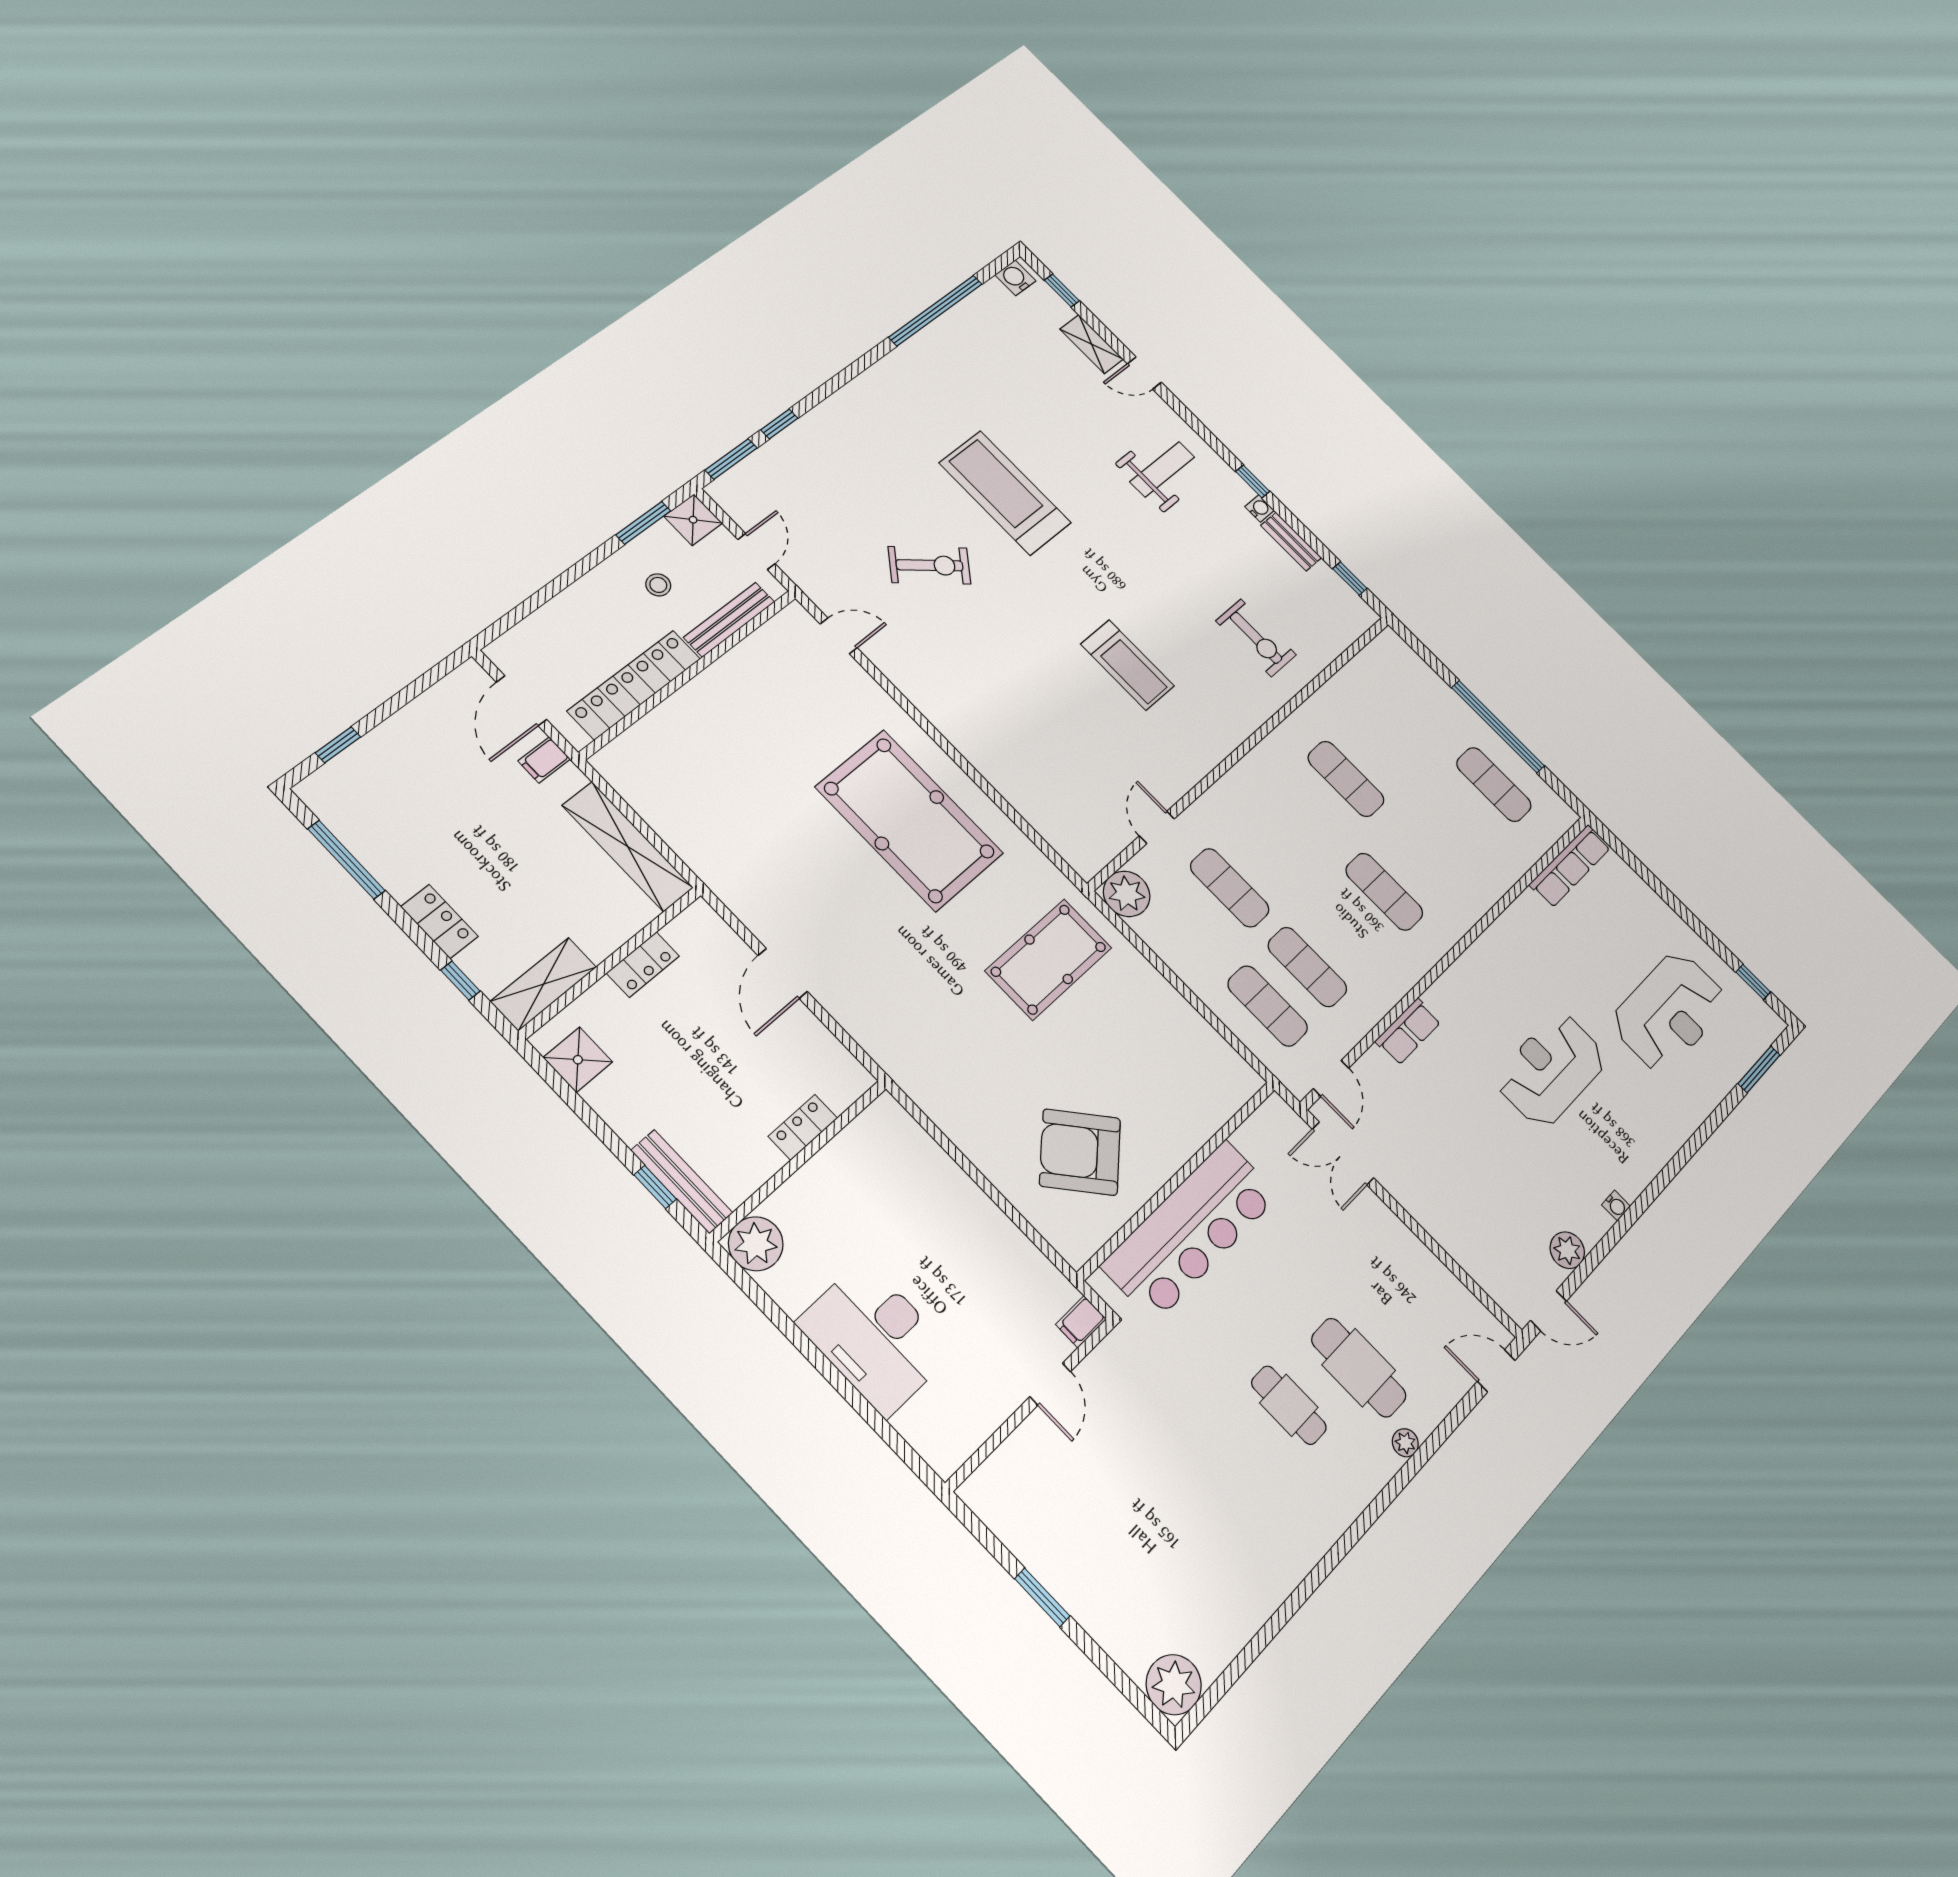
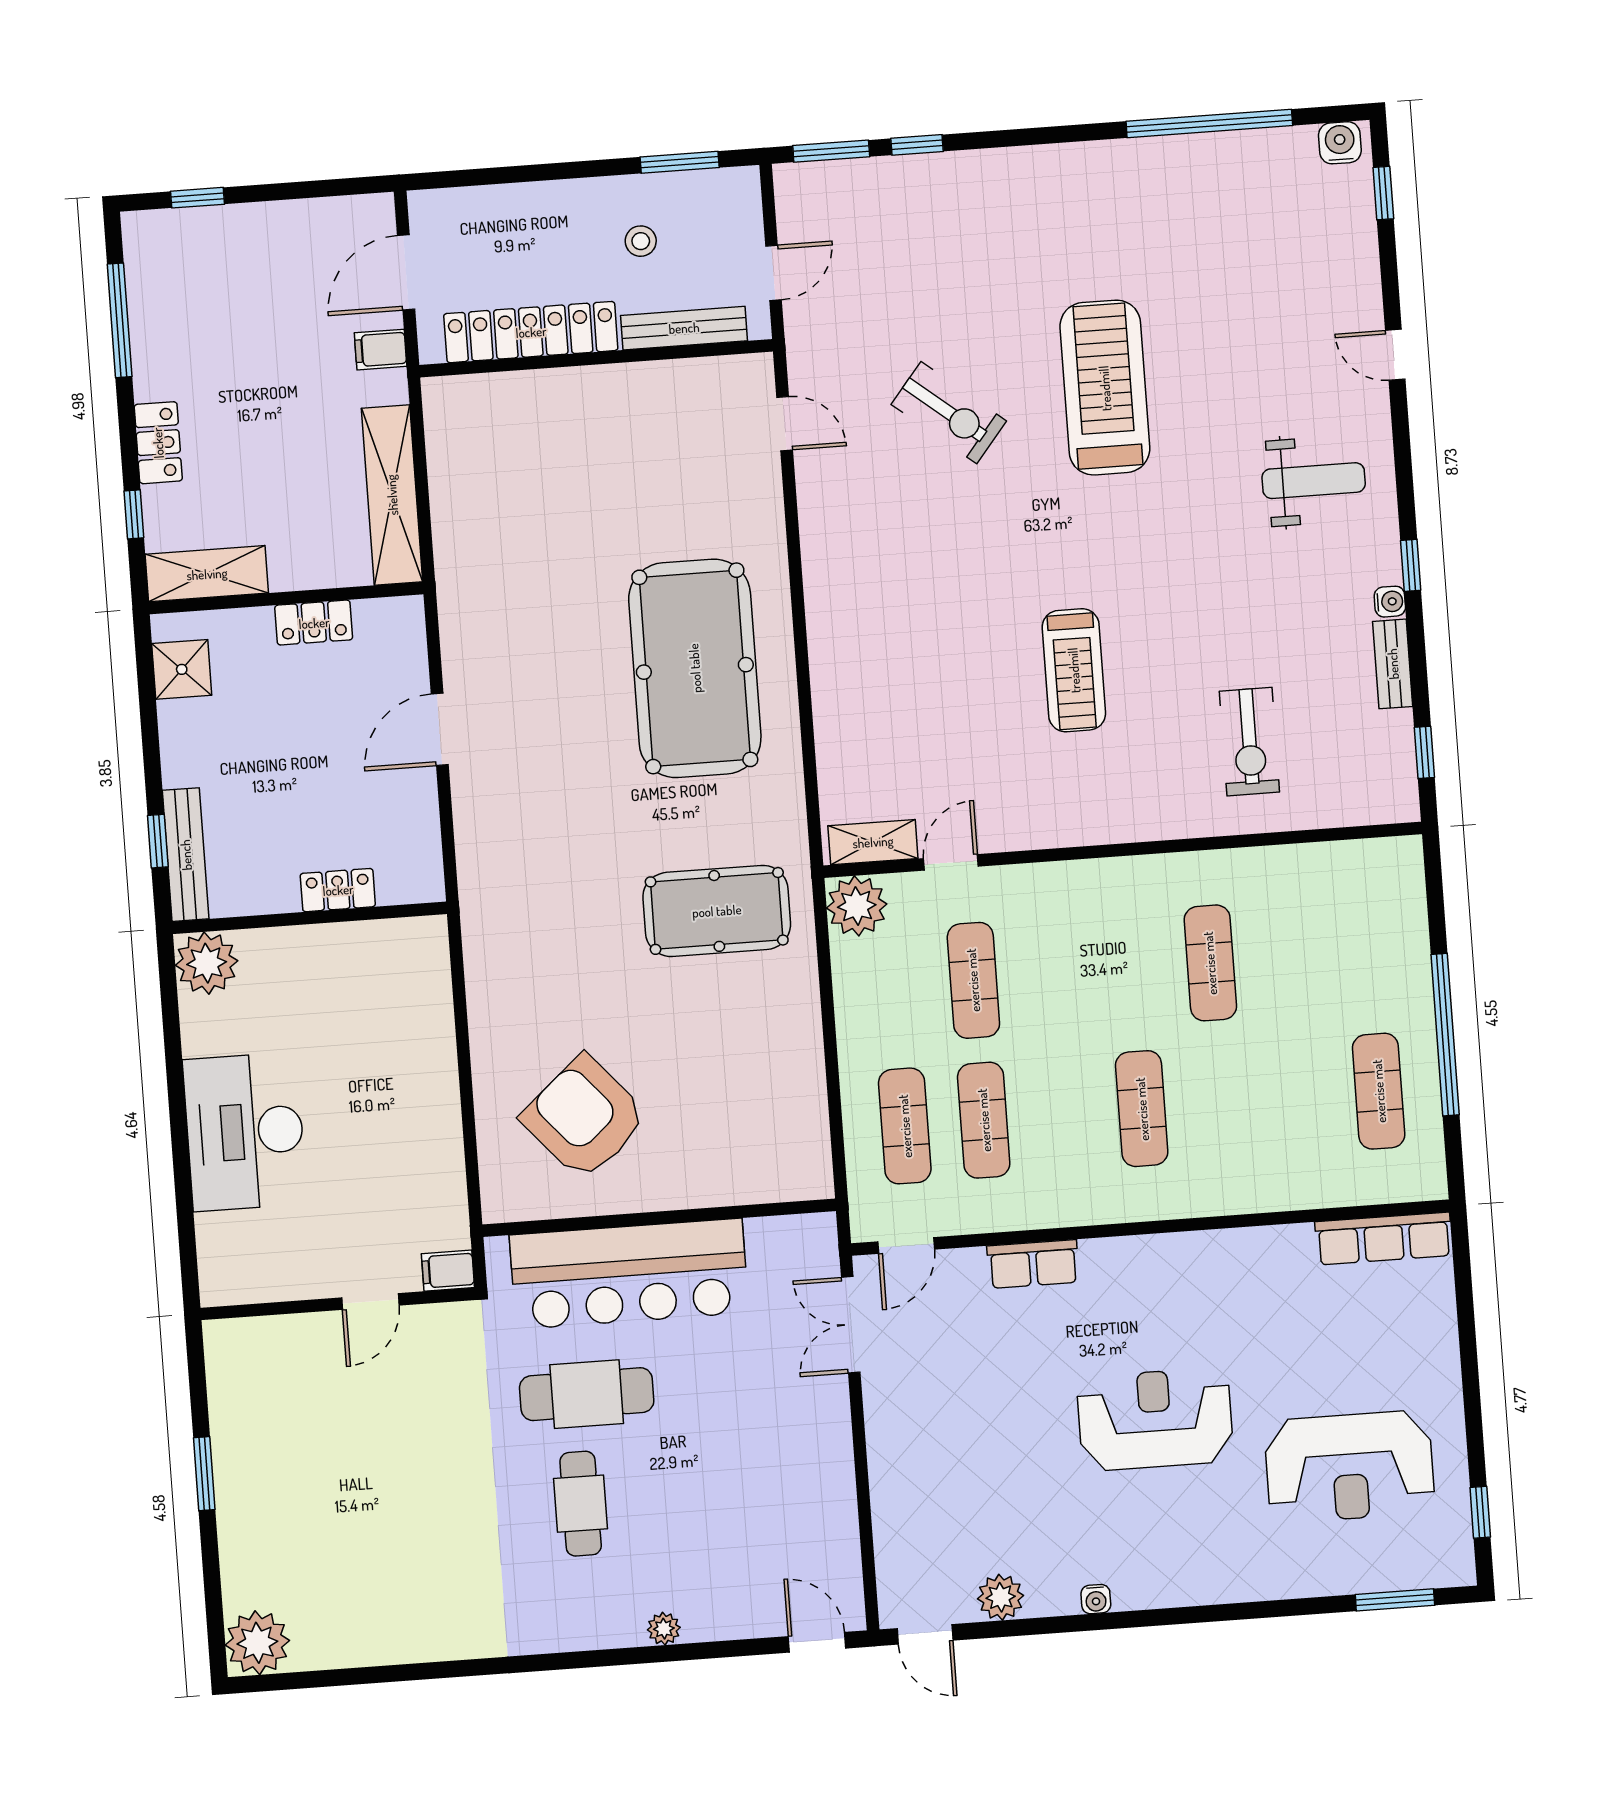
shelving: (1092, 344) -> (873, 842), moved, turned 90
shower: (693, 520) -> (735, 193), removed
cafe table: (1359, 1368) -> (587, 1394), moved, turned 90

